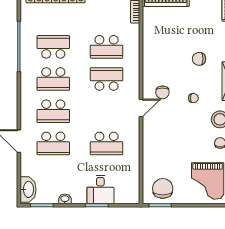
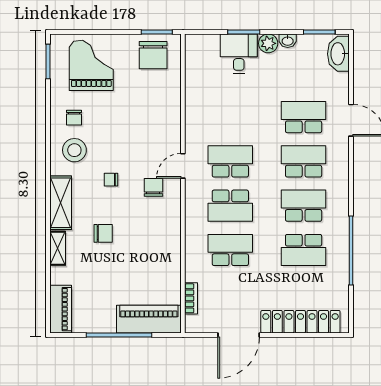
school desk: (107, 143) -> (230, 161), moved
plant: (79, 197) -> (268, 43), added

